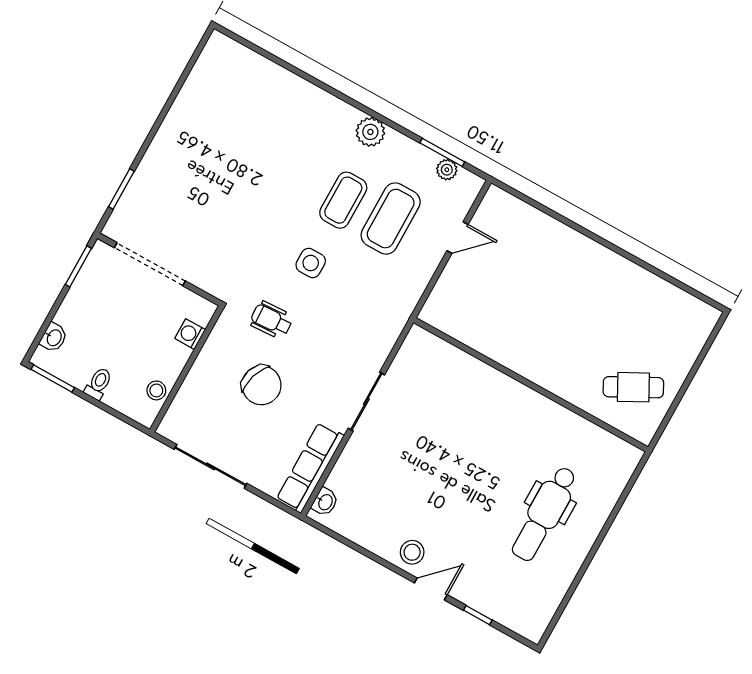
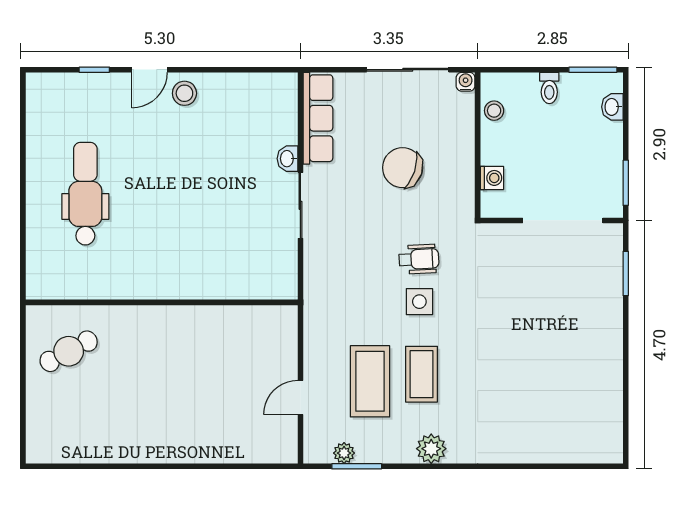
wheelchair: (271, 320) -> (419, 259), moved
water cooler: (167, 429) -> (466, 82), added
washbasin: (325, 502) -> (288, 159), moved

